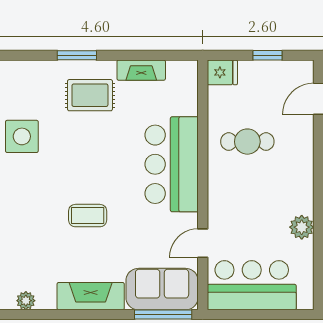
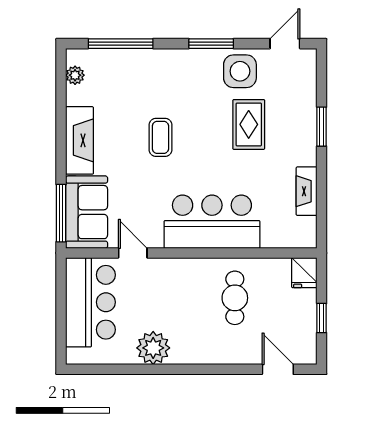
rug: (90, 95) -> (249, 124), moved
plant: (302, 227) -> (153, 348), width x1.36, depth x1.36

